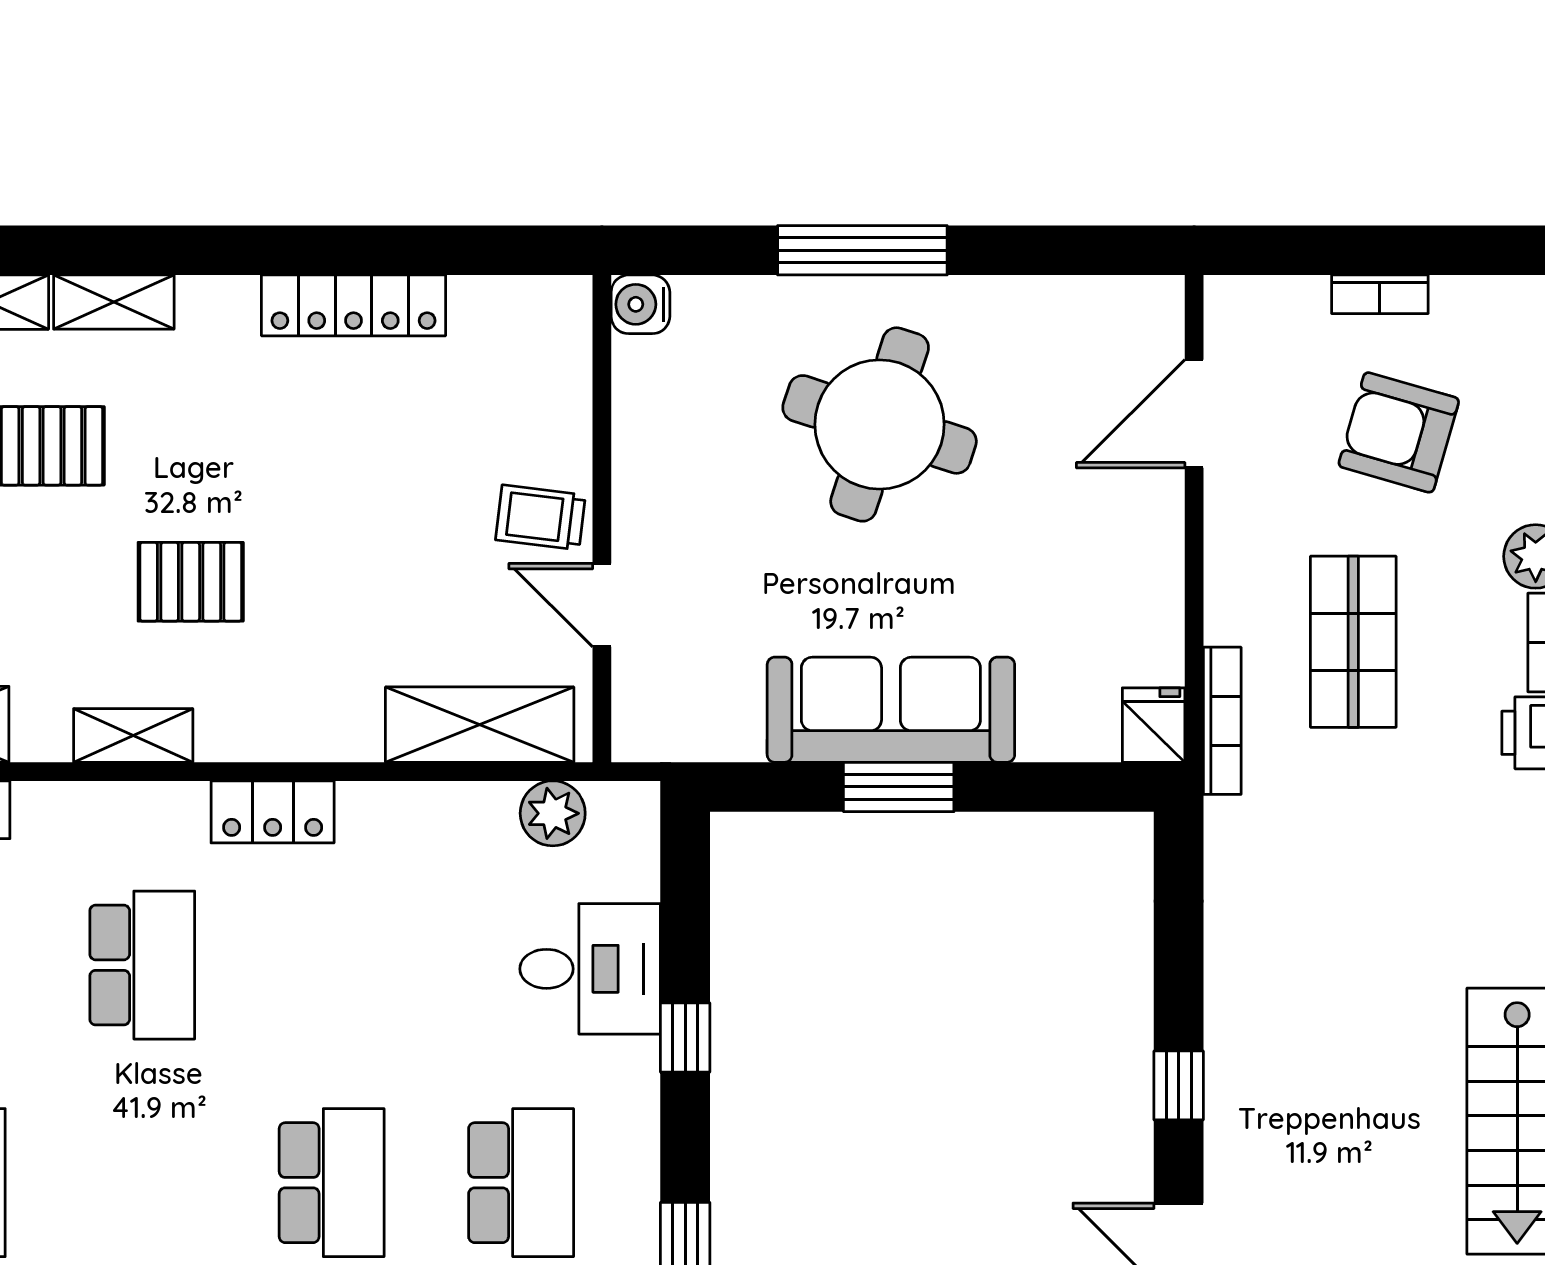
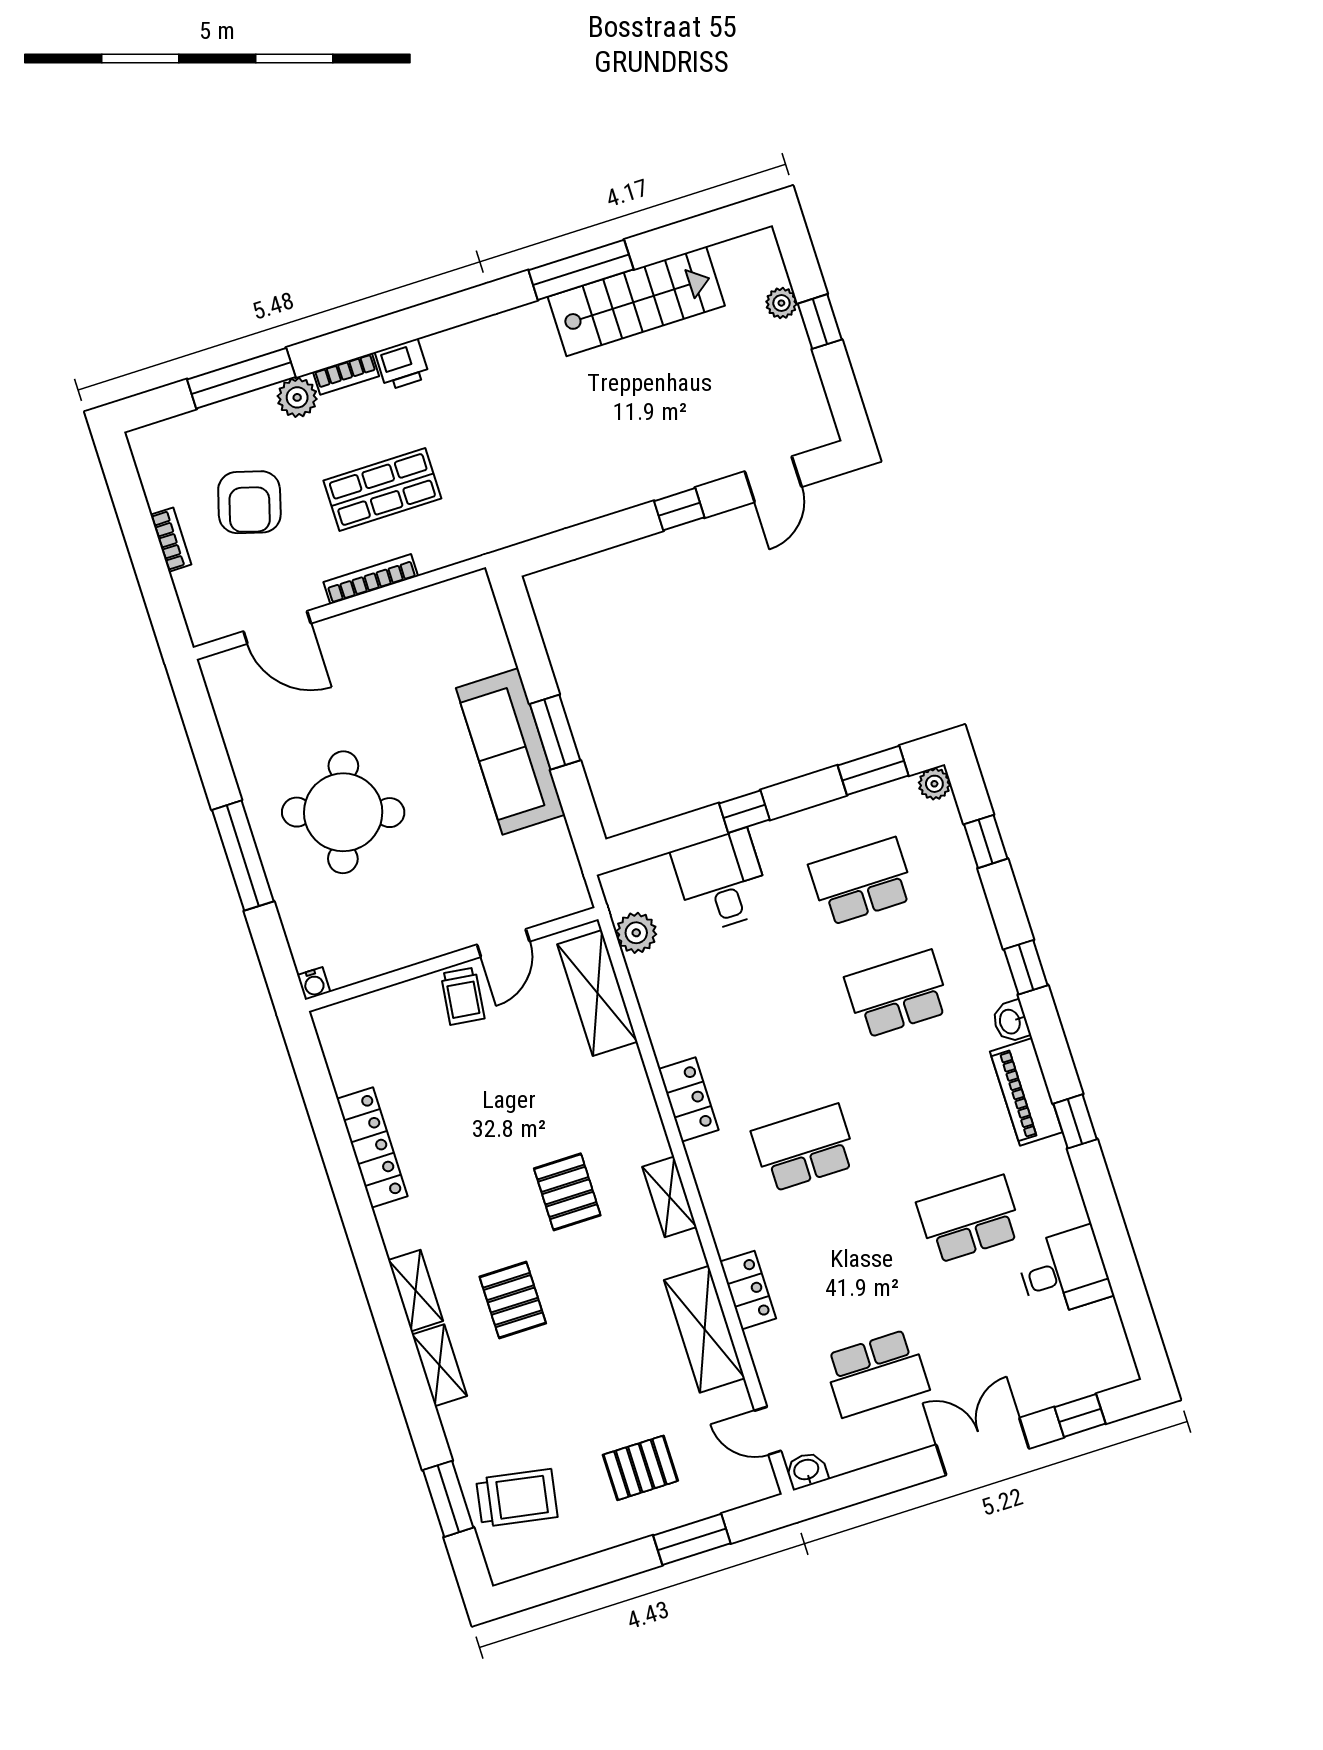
water cooler: (640, 304) -> (314, 984), width x0.72, depth x0.72
bookcase: (1222, 721) -> (371, 579), moved
fridge: (1154, 725) -> (470, 592), removed

